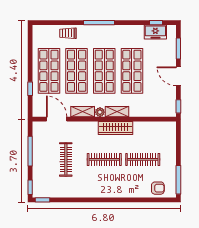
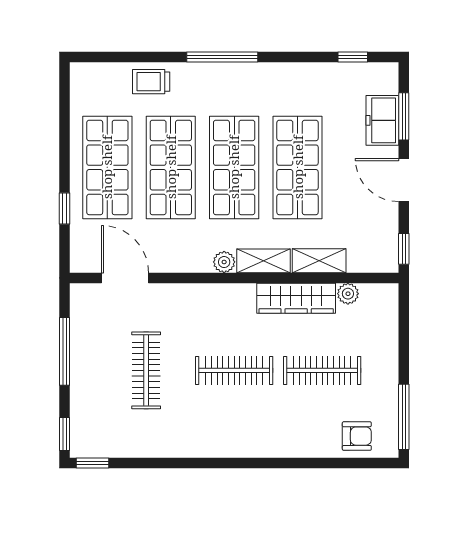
freezer: (155, 32) -> (382, 120), moved, turned 90
shelving: (83, 112) -> (319, 261), moved
plant: (154, 126) -> (348, 294), added
wardrobe: (116, 128) -> (296, 298), moved

